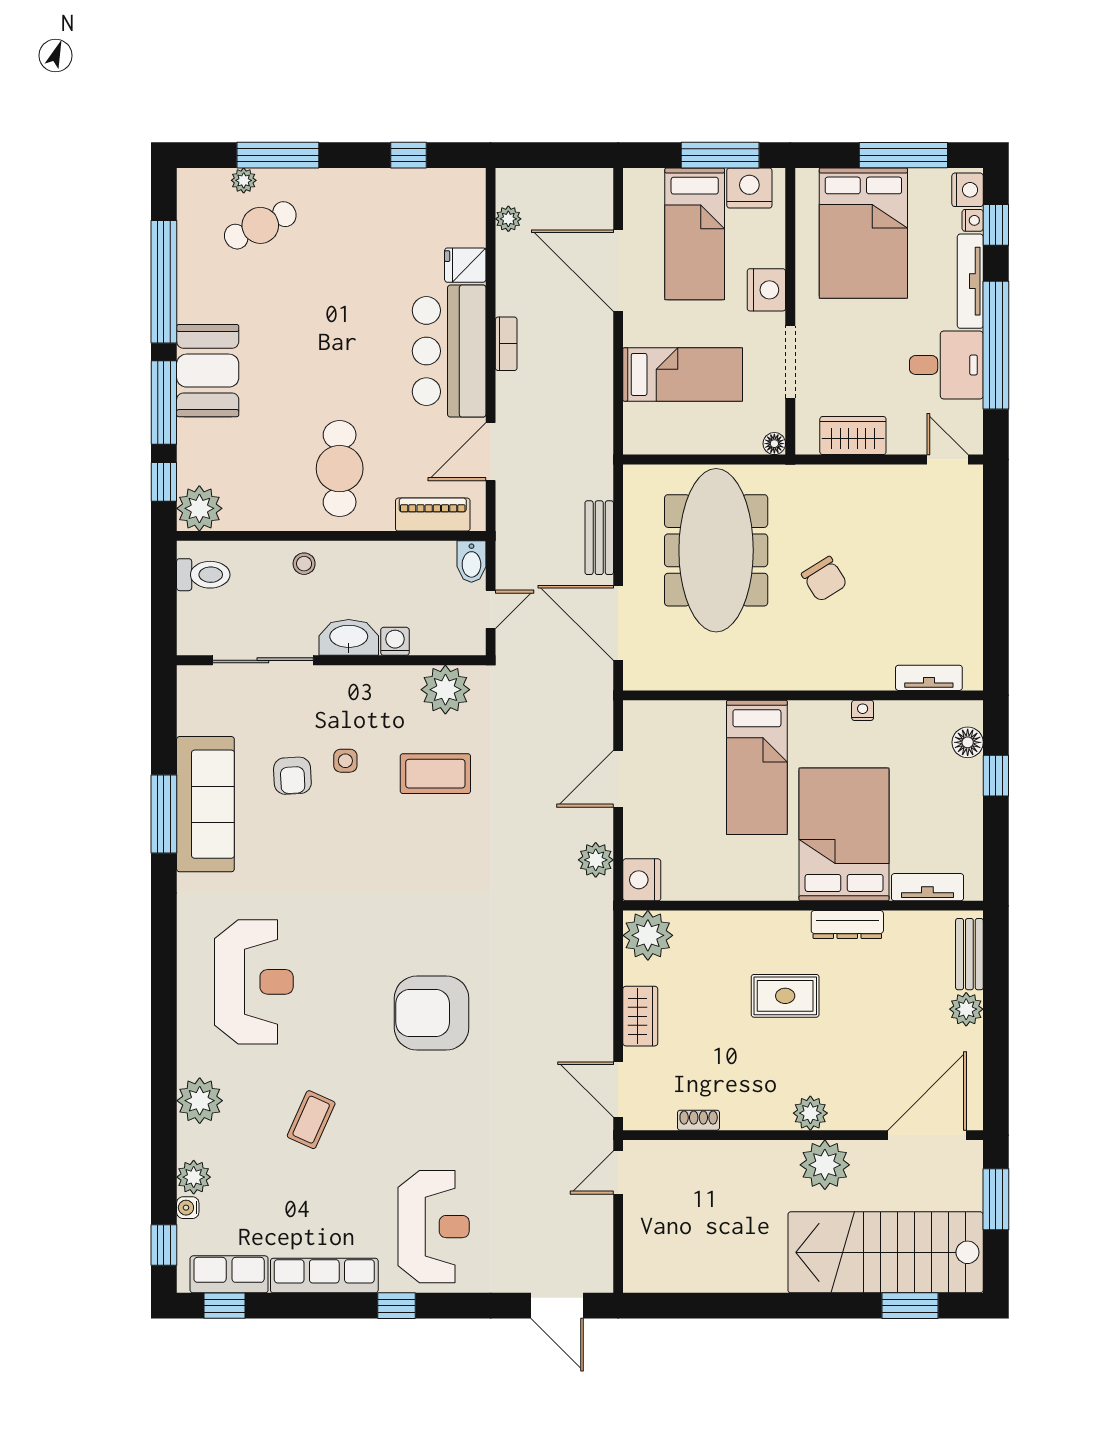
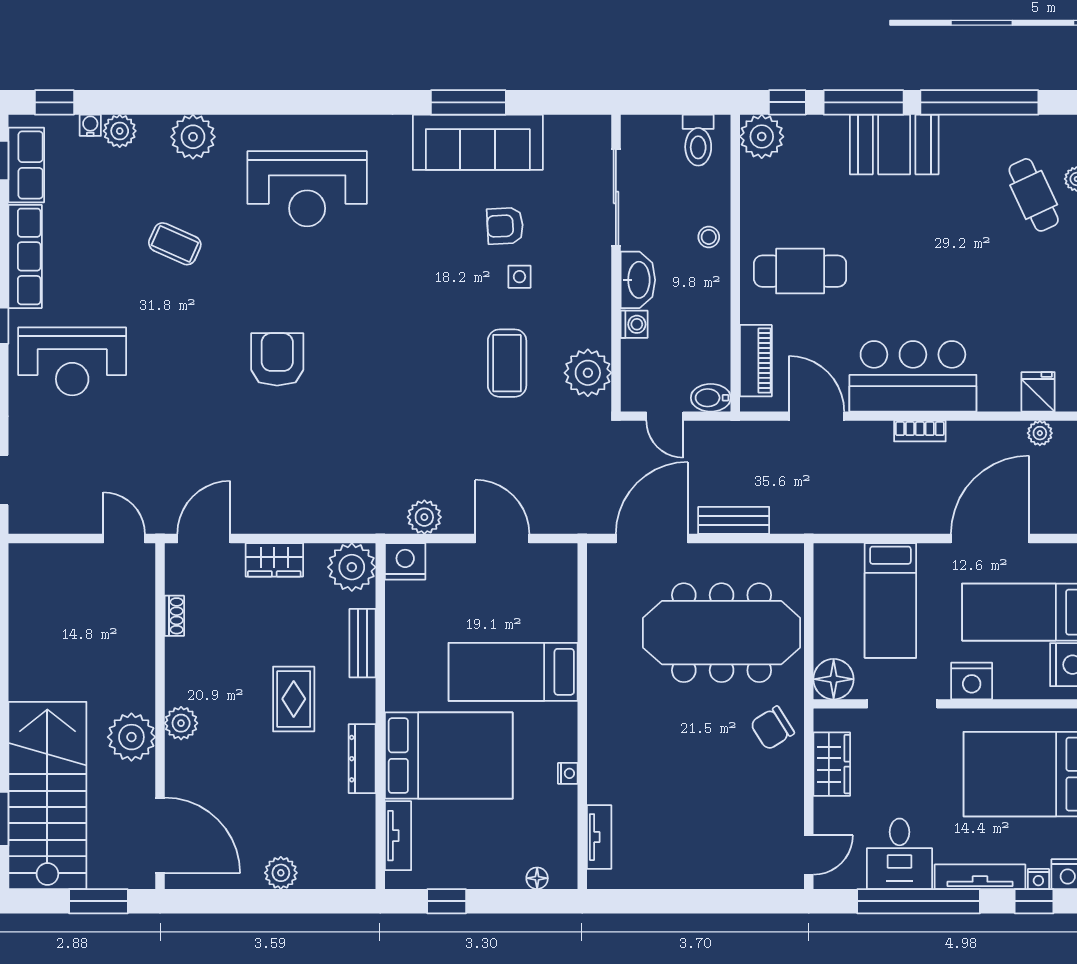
fridge: (465, 265) -> (1038, 392), moved
floor lamp: (774, 444) -> (834, 679), width x1.89, depth x1.89
chair: (824, 579) -> (772, 728), moved
floor lamp: (968, 742) -> (537, 878), width x0.73, depth x0.73
window: (996, 776) -> (447, 901), moved
bench: (969, 954) -> (363, 643), moved, turned 90
armchair: (432, 1013) -> (277, 359), width x0.73, depth x0.73

